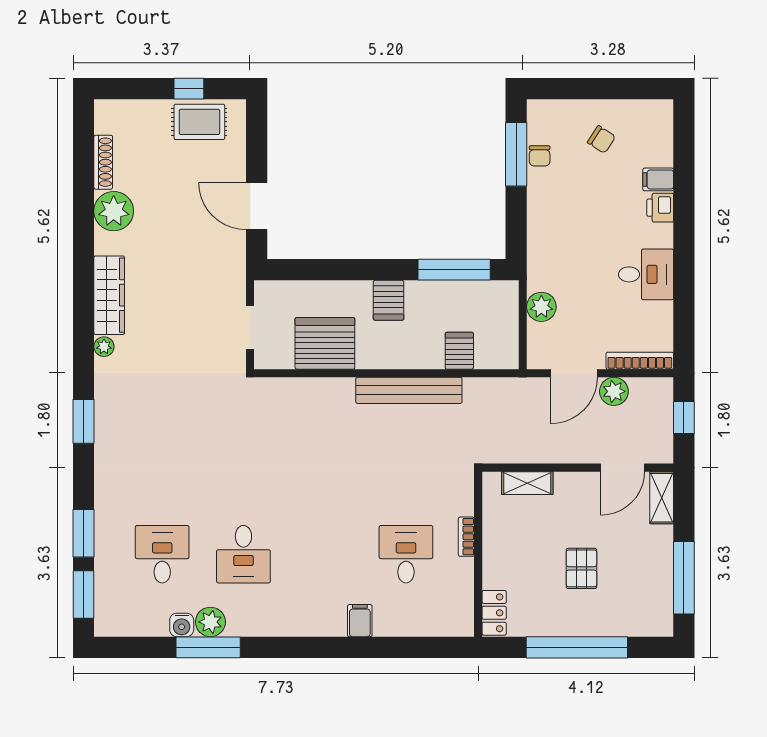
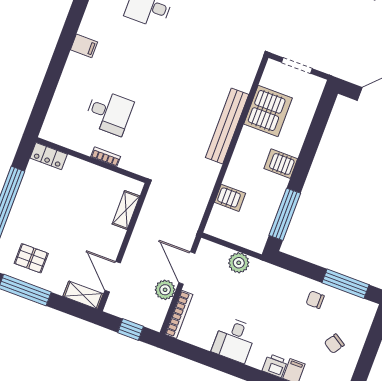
chair: (540, 156) -> (315, 300), moved
bench: (409, 390) -> (227, 126), moved
pallet: (581, 568) -> (31, 258), moved
filing cabinet: (360, 621) -> (84, 46), moved

